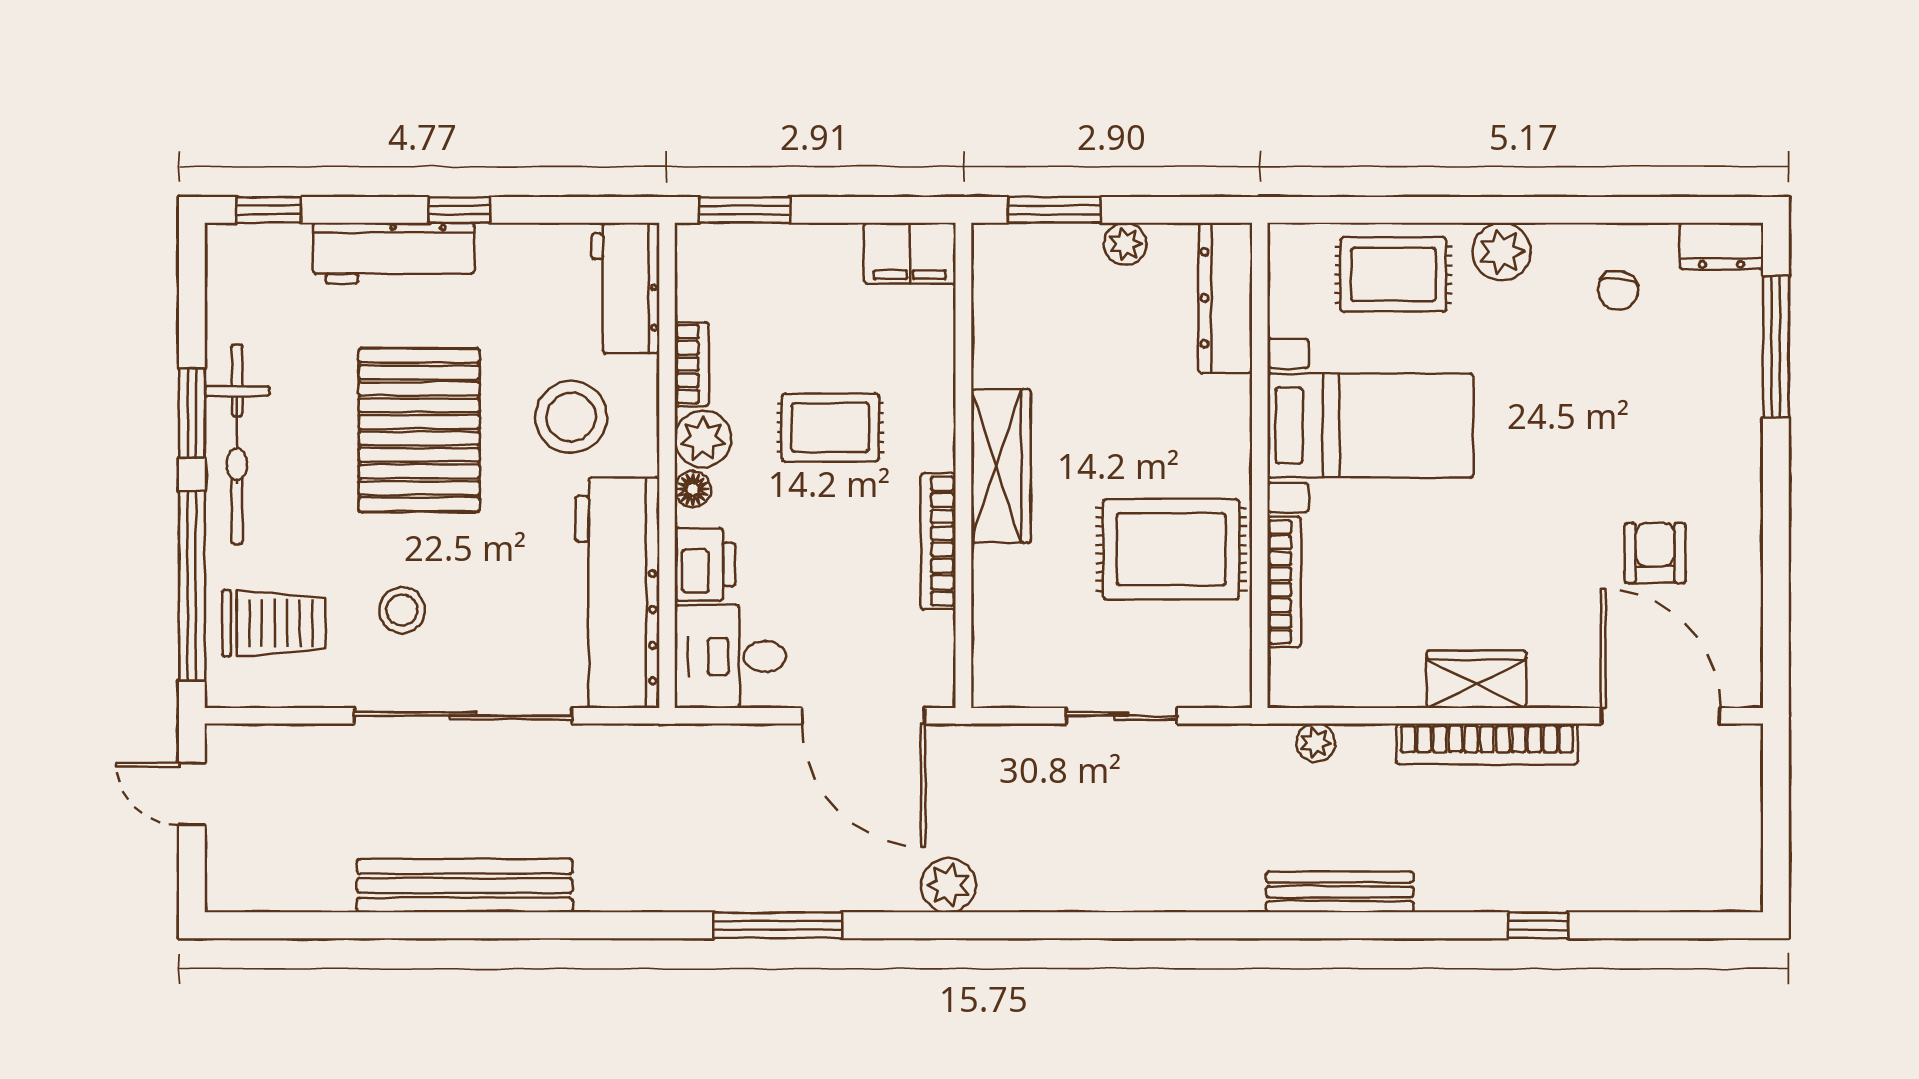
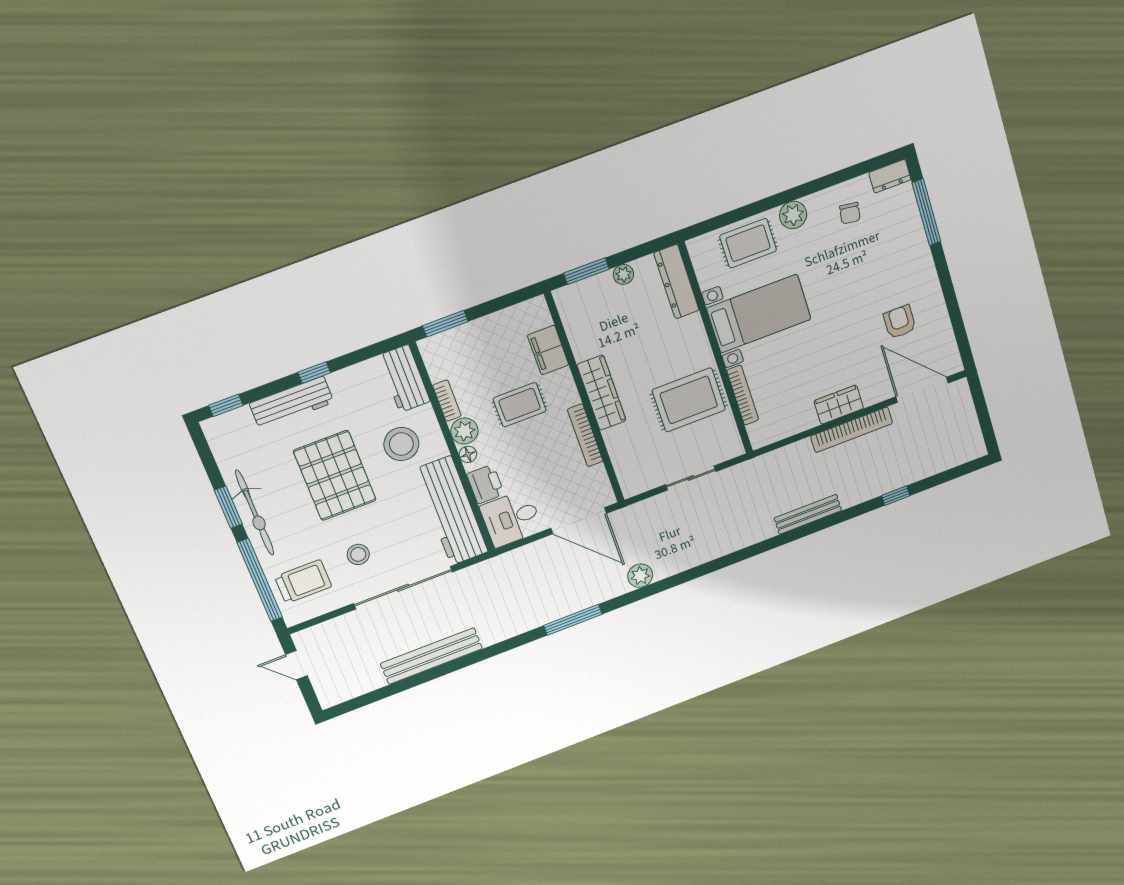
filing cabinet: (910, 253) -> (548, 350), moved, turned 90
plant: (1316, 743) -> (778, 457), removed

